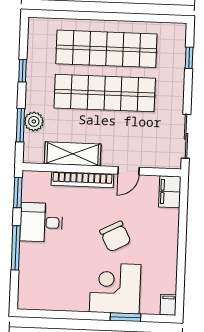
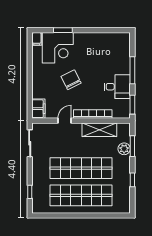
corner desk: (115, 288) -> (58, 48), moved

